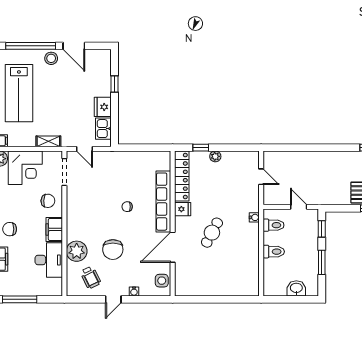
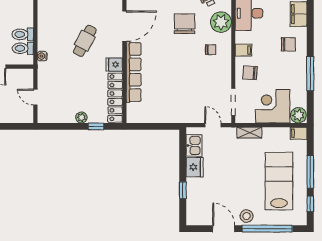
chair: (127, 207) -> (211, 50), moved
filing cabinet: (54, 229) -> (243, 50), width x0.50
toilet: (274, 252) -> (23, 34), moved

